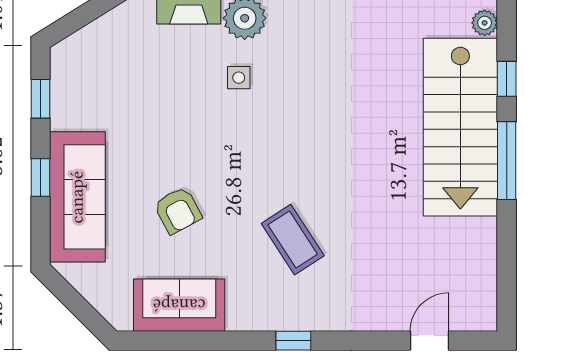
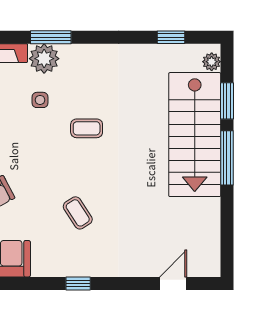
window: (507, 79) -> (227, 101), width x1.50
coffee table: (305, 118) -> (87, 128), added
coffee table: (293, 240) -> (78, 213), width x0.73, depth x0.77

